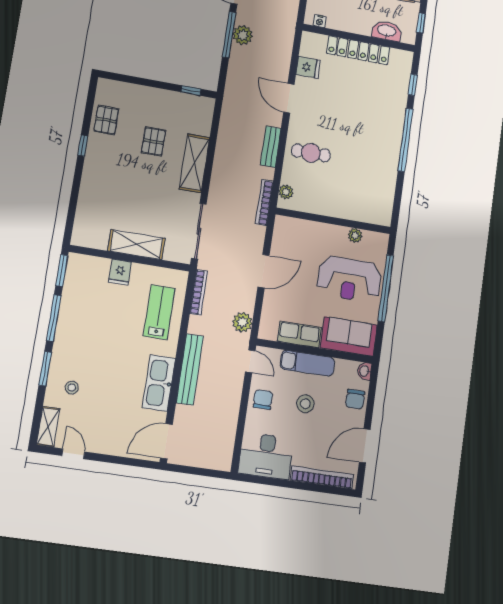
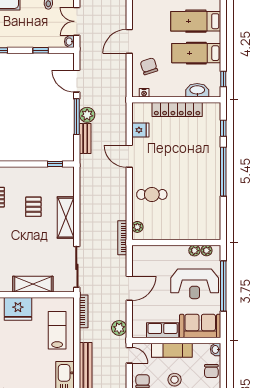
bench: (271, 147) -> (85, 138), moved
plant: (370, 238) -> (206, 251), added
fridge: (120, 272) -> (18, 309), width x1.88, depth x1.34

